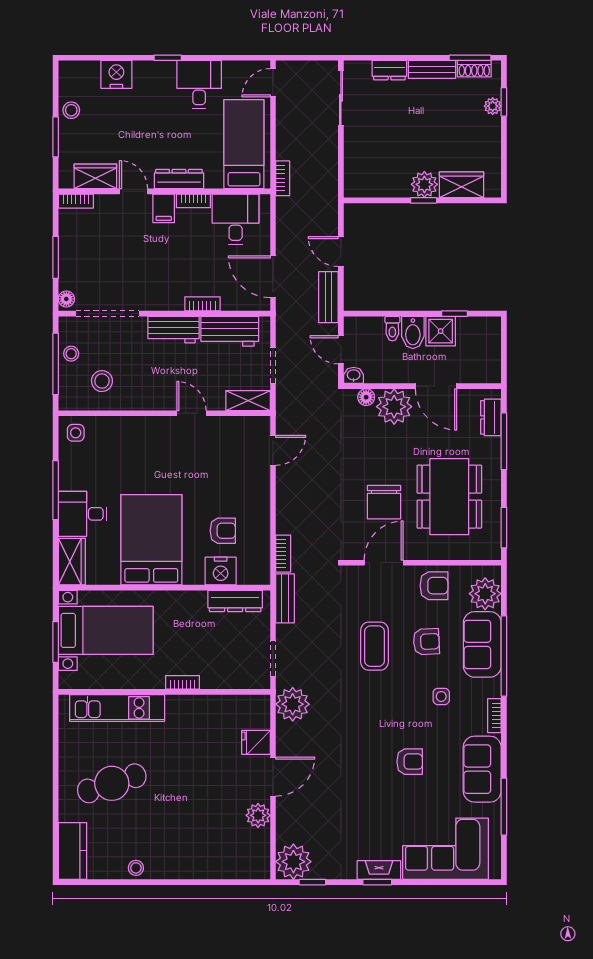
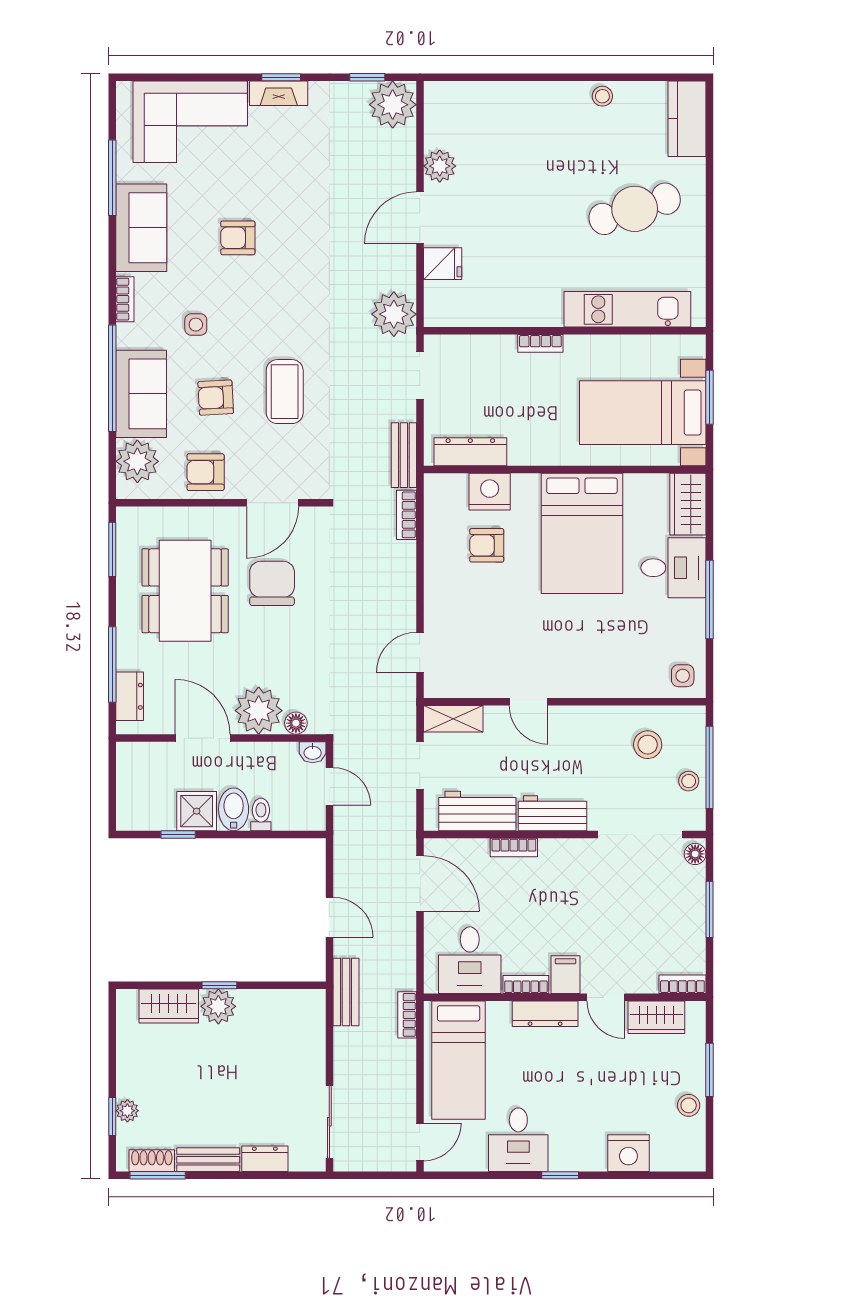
bench: (328, 297) -> (346, 992), moved

